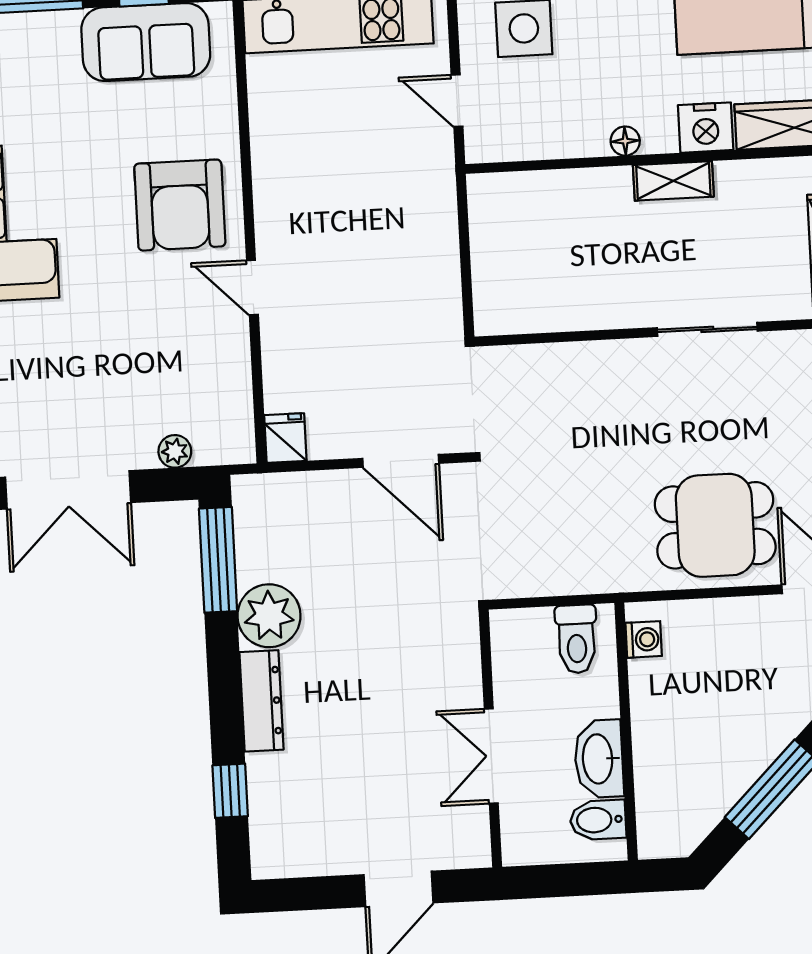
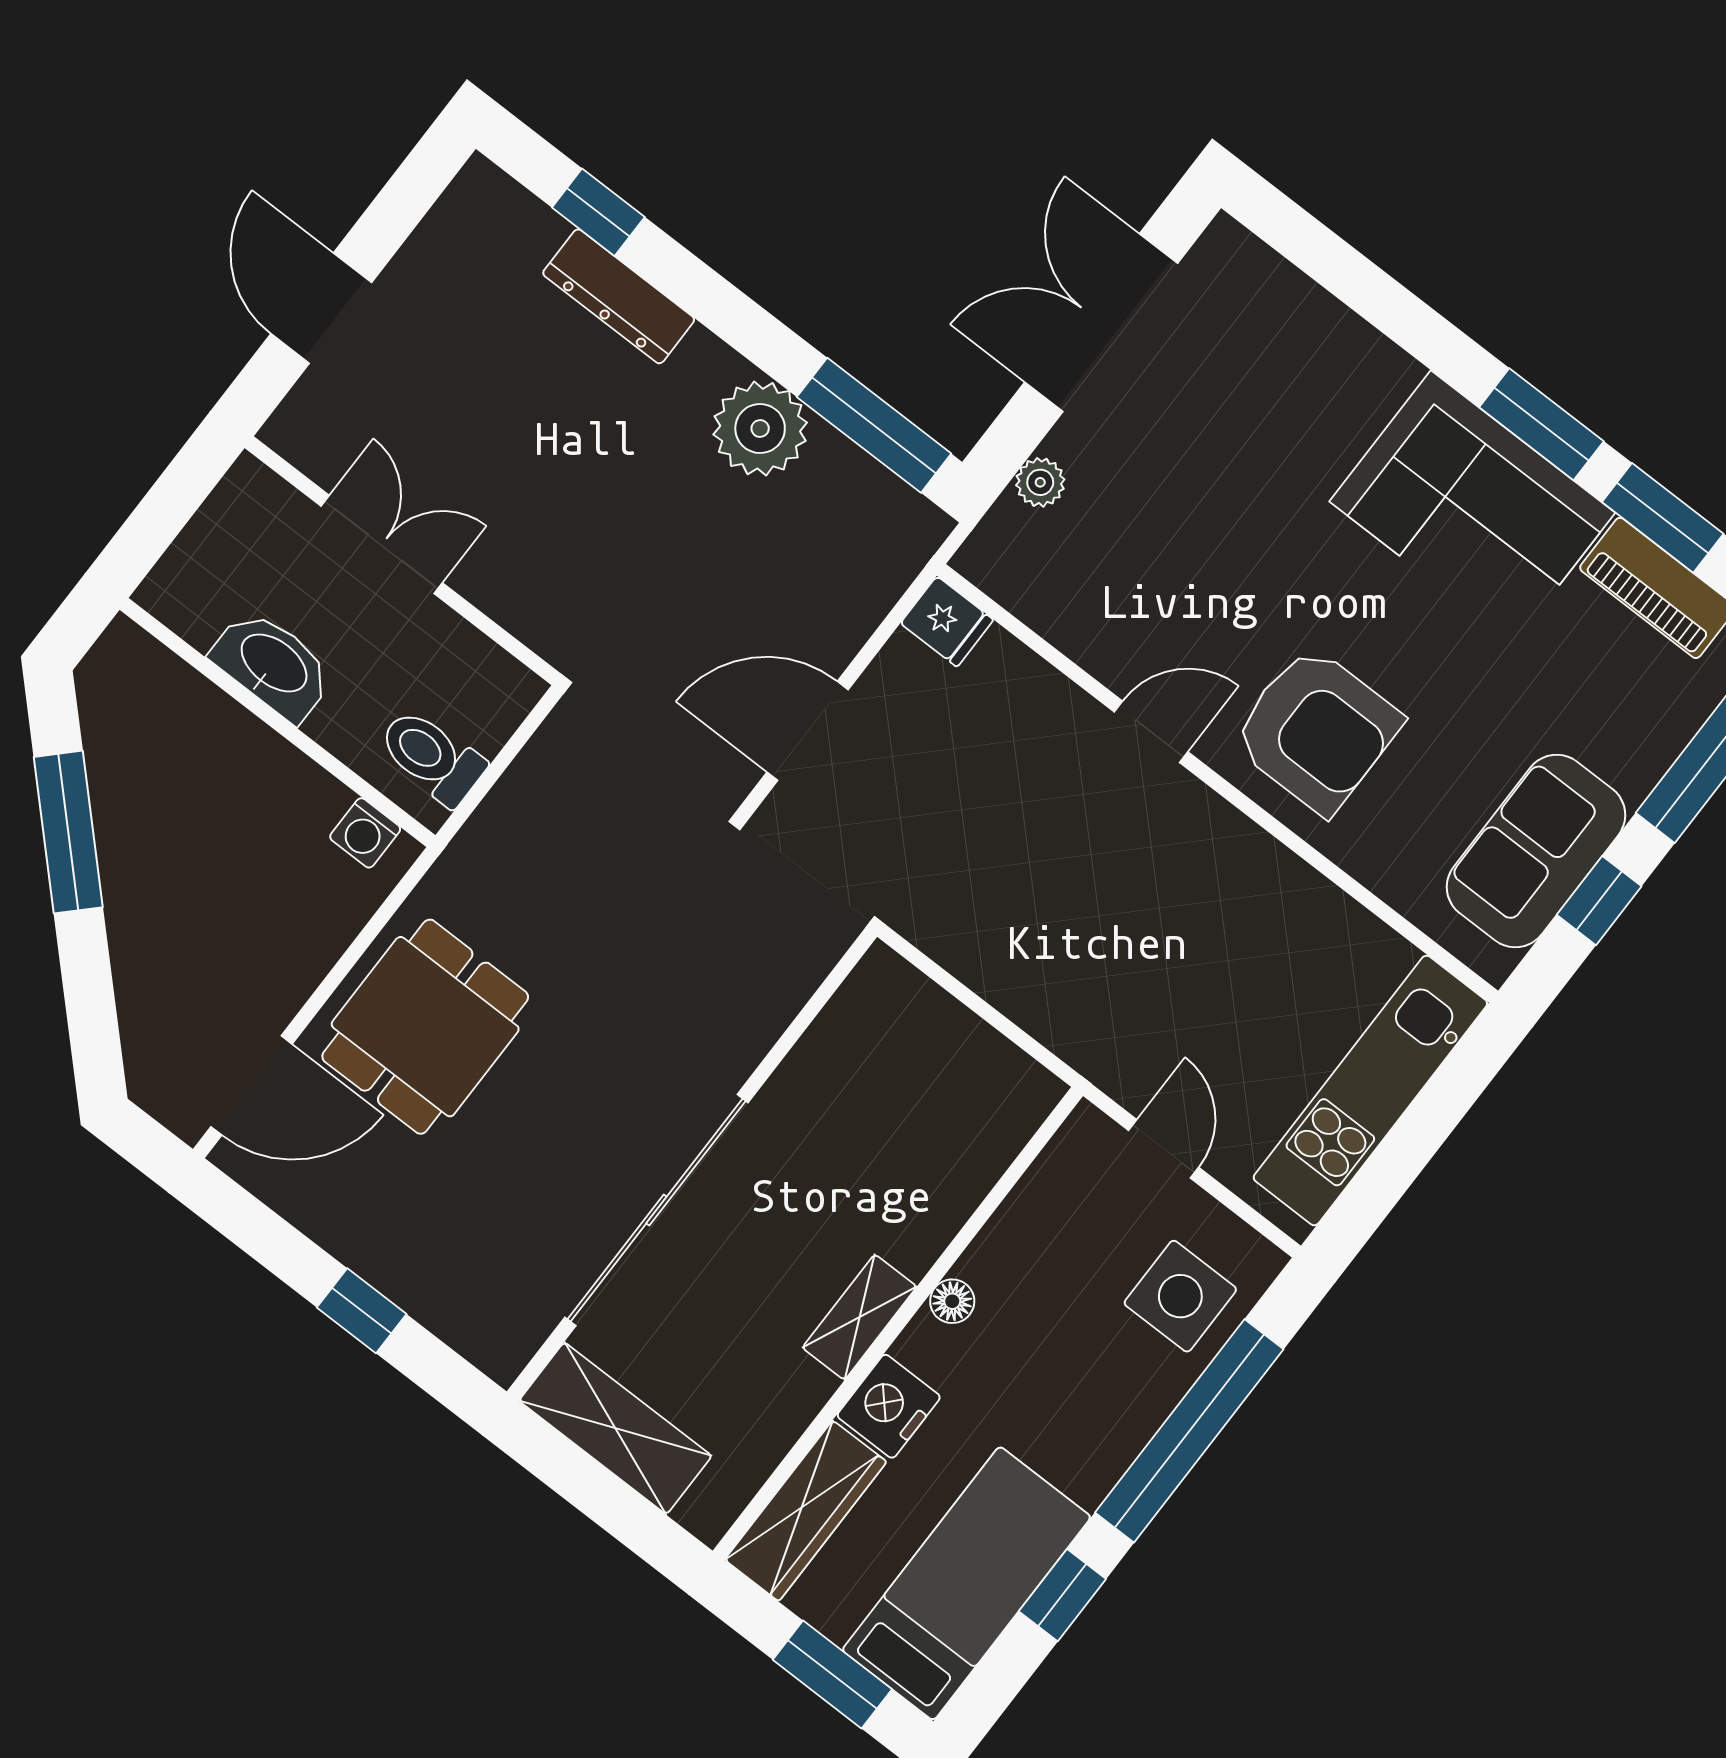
door: (457, 101) -> (1164, 1149), hinge flipped
armchair: (180, 205) -> (1316, 730), turned 180
sliding door: (707, 329) -> (657, 1210), width x1.86
dresser: (261, 701) -> (619, 296), moved
bidet: (598, 820) -> (204, 604), removed

